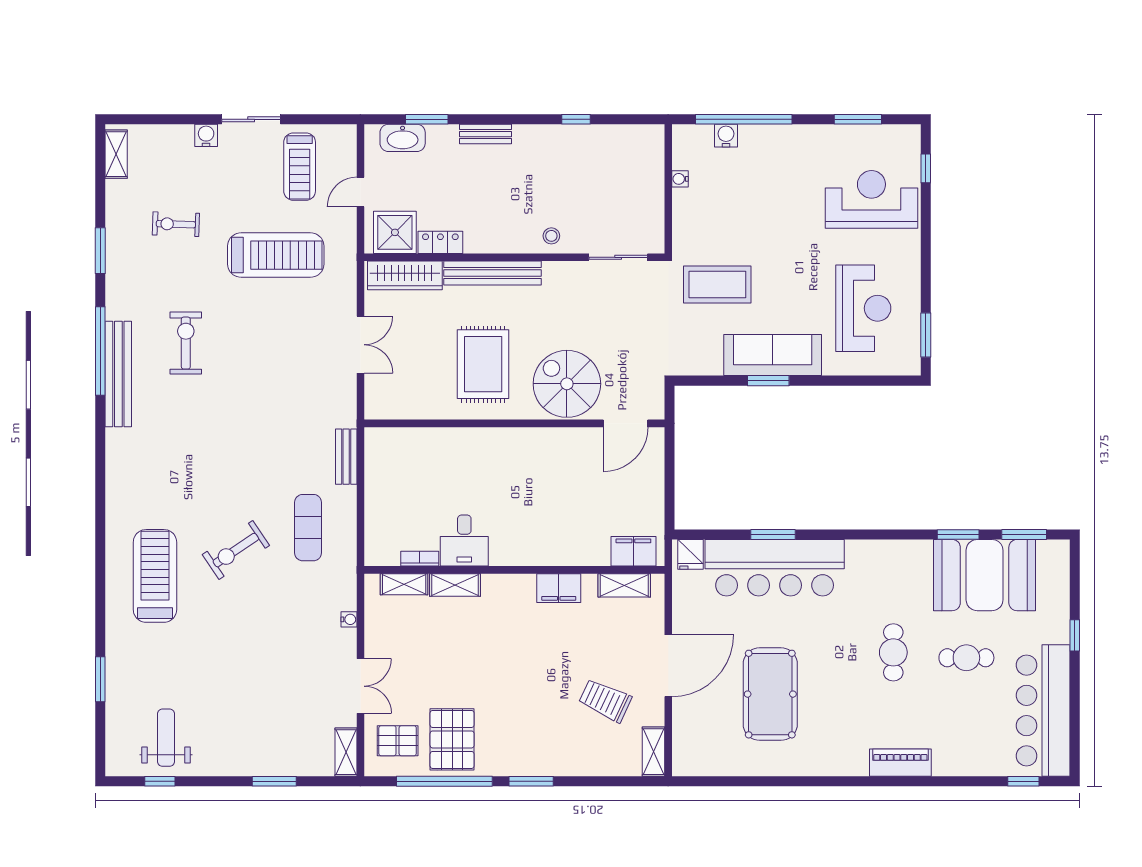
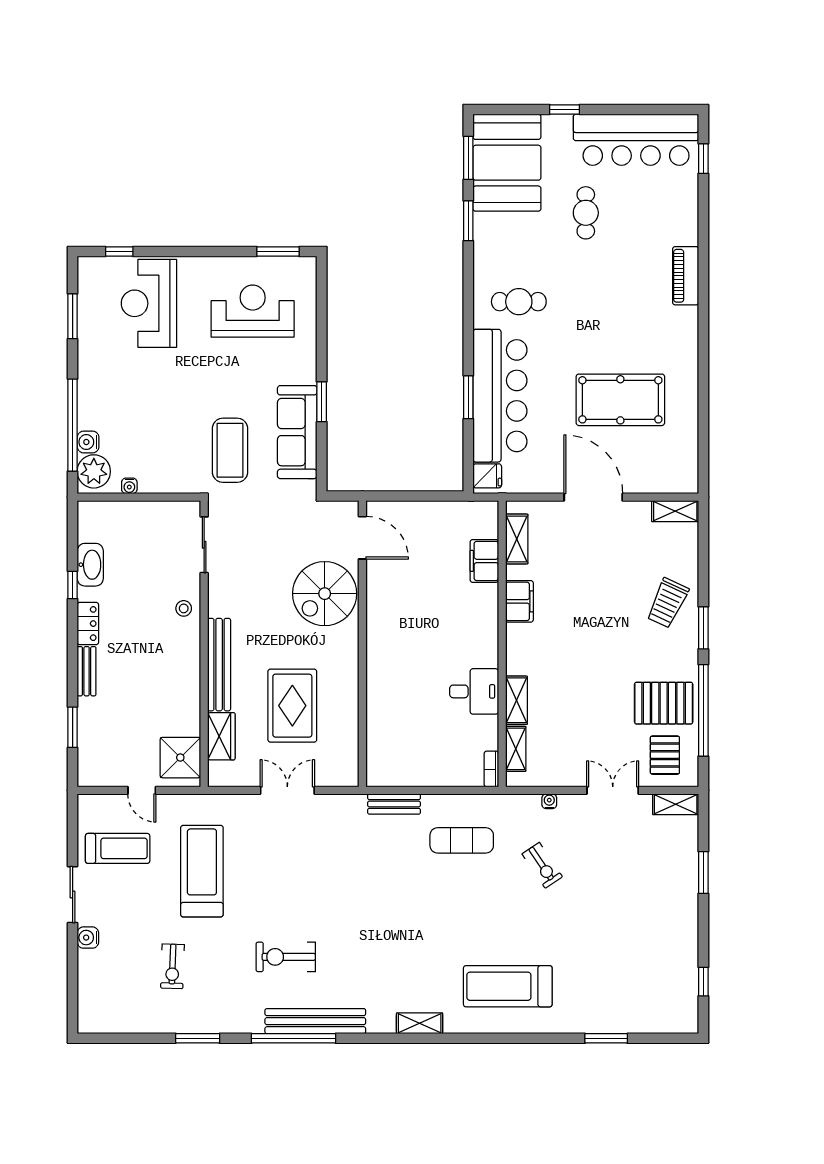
washbasin: (403, 138) -> (90, 565), moved
plant: (695, 142) -> (94, 471), added
shelving: (116, 154) -> (420, 1023), moved
locker: (440, 242) -> (88, 624), moved, turned 180
wardrobe: (405, 275) -> (221, 736), width x0.67
sofa: (773, 355) -> (297, 432), moved
rug: (483, 364) -> (292, 706), moved, turned 90
exercise bike: (236, 550) -> (542, 865), moved, width x0.73, depth x0.72
filing cabinet: (633, 551) -> (484, 561), moved
bookcase: (420, 559) -> (491, 769), moved
booth: (985, 575) -> (507, 163), moved
cafe table: (893, 652) -> (519, 302), moved
trolley: (605, 700) -> (668, 603), moved
weight bench: (166, 738) -> (662, 976), removed

